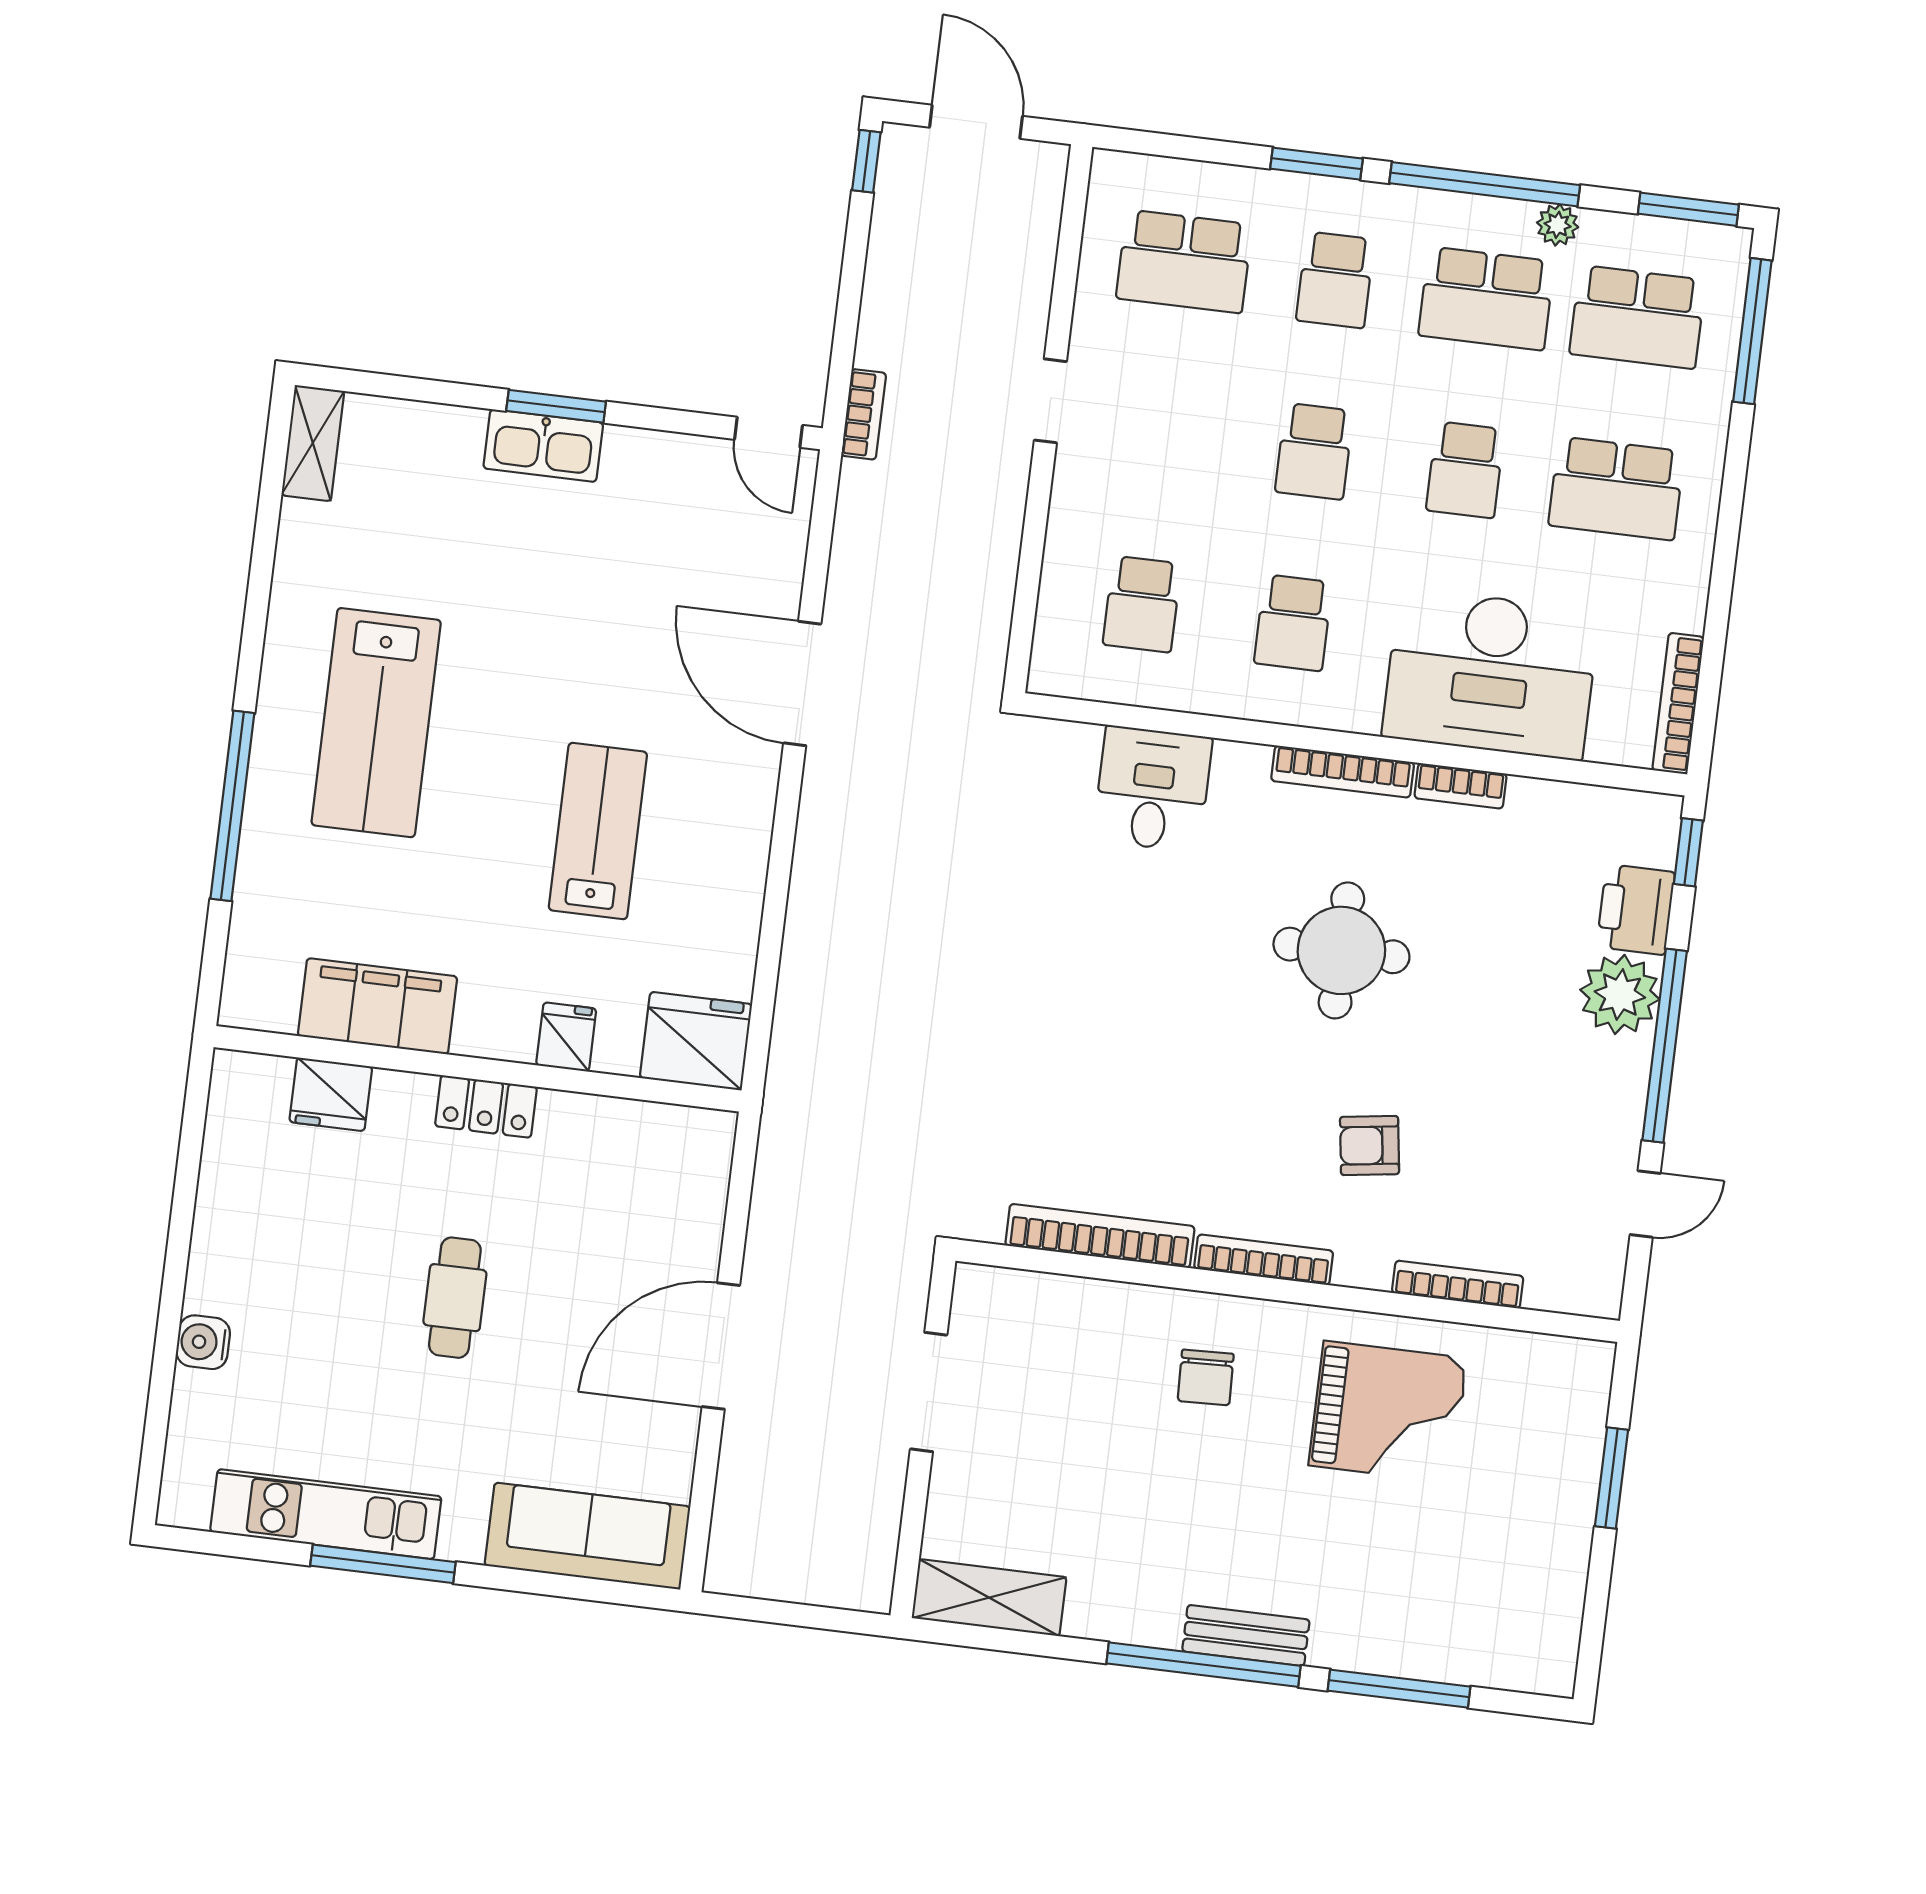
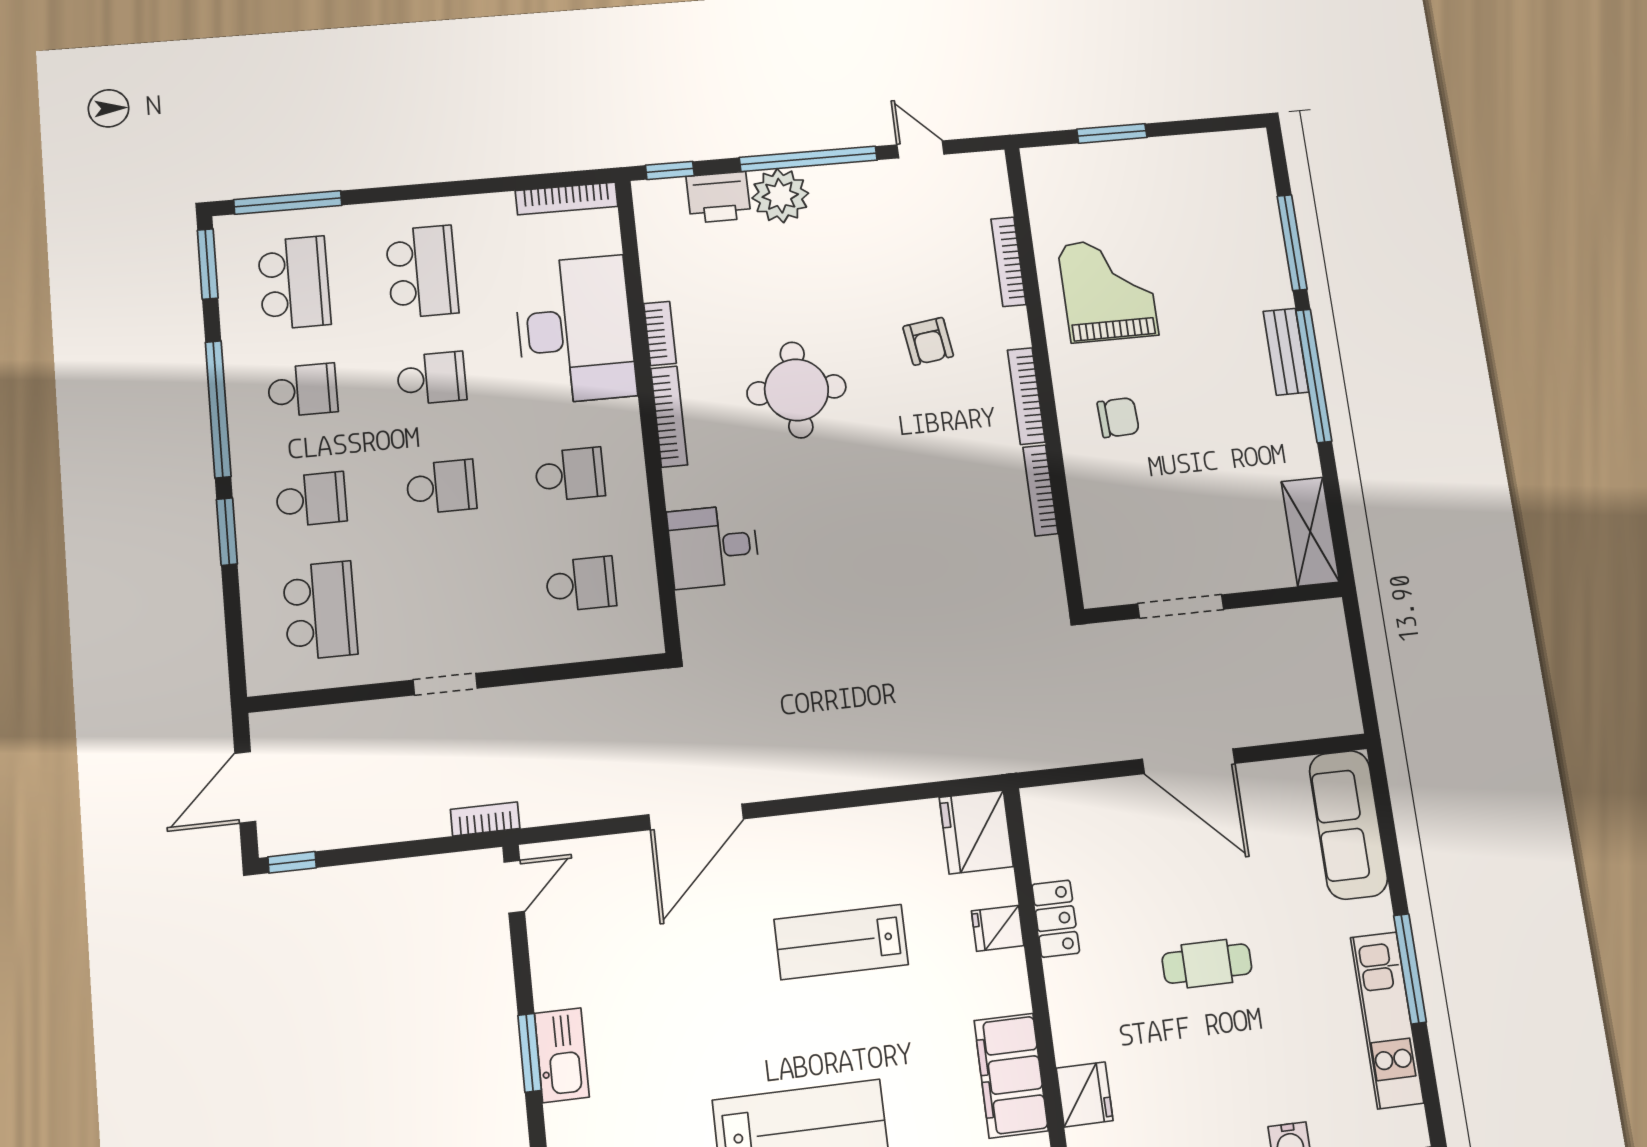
plant: (1558, 225) -> (238, 352), removed
school desk: (1486, 298) -> (303, 390), width x0.54
locker: (486, 1106) -> (1056, 919), moved
bookcase: (1100, 1236) -> (1040, 490), width x0.68, depth x0.76

